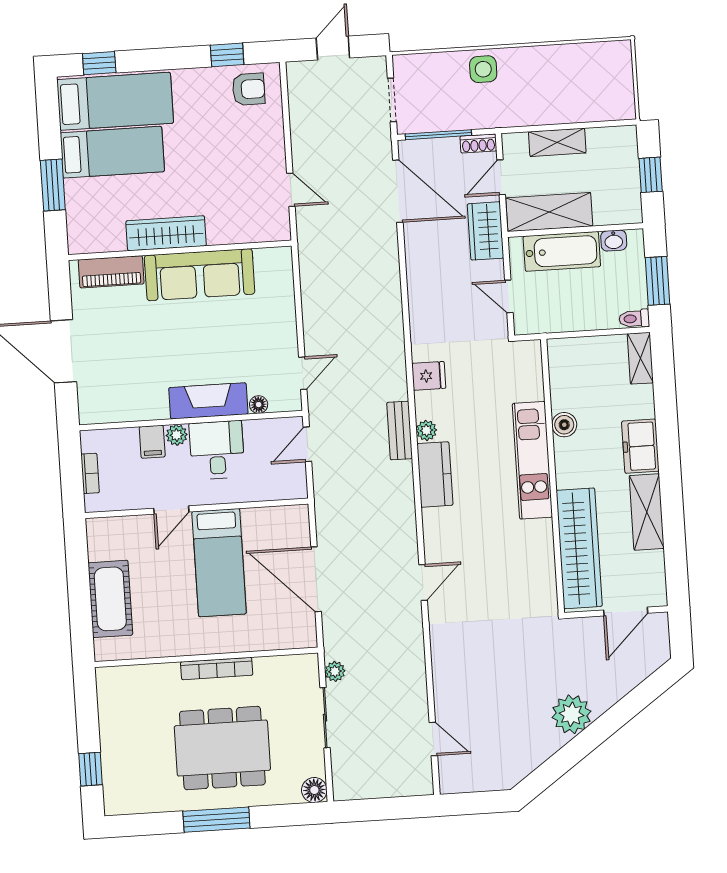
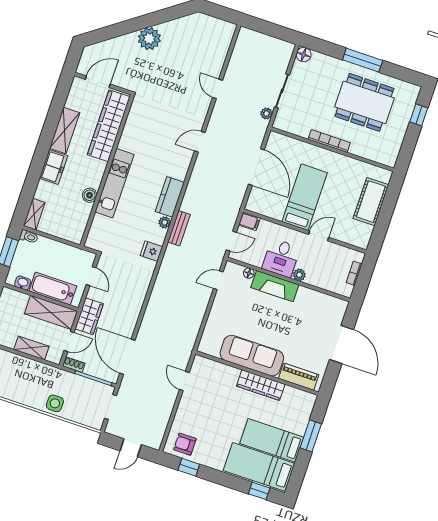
filing cabinet: (152, 442) -> (249, 221), moved, turned 90
door: (433, 739) -> (218, 89), moved
dining table: (222, 748) -> (364, 102), moved

